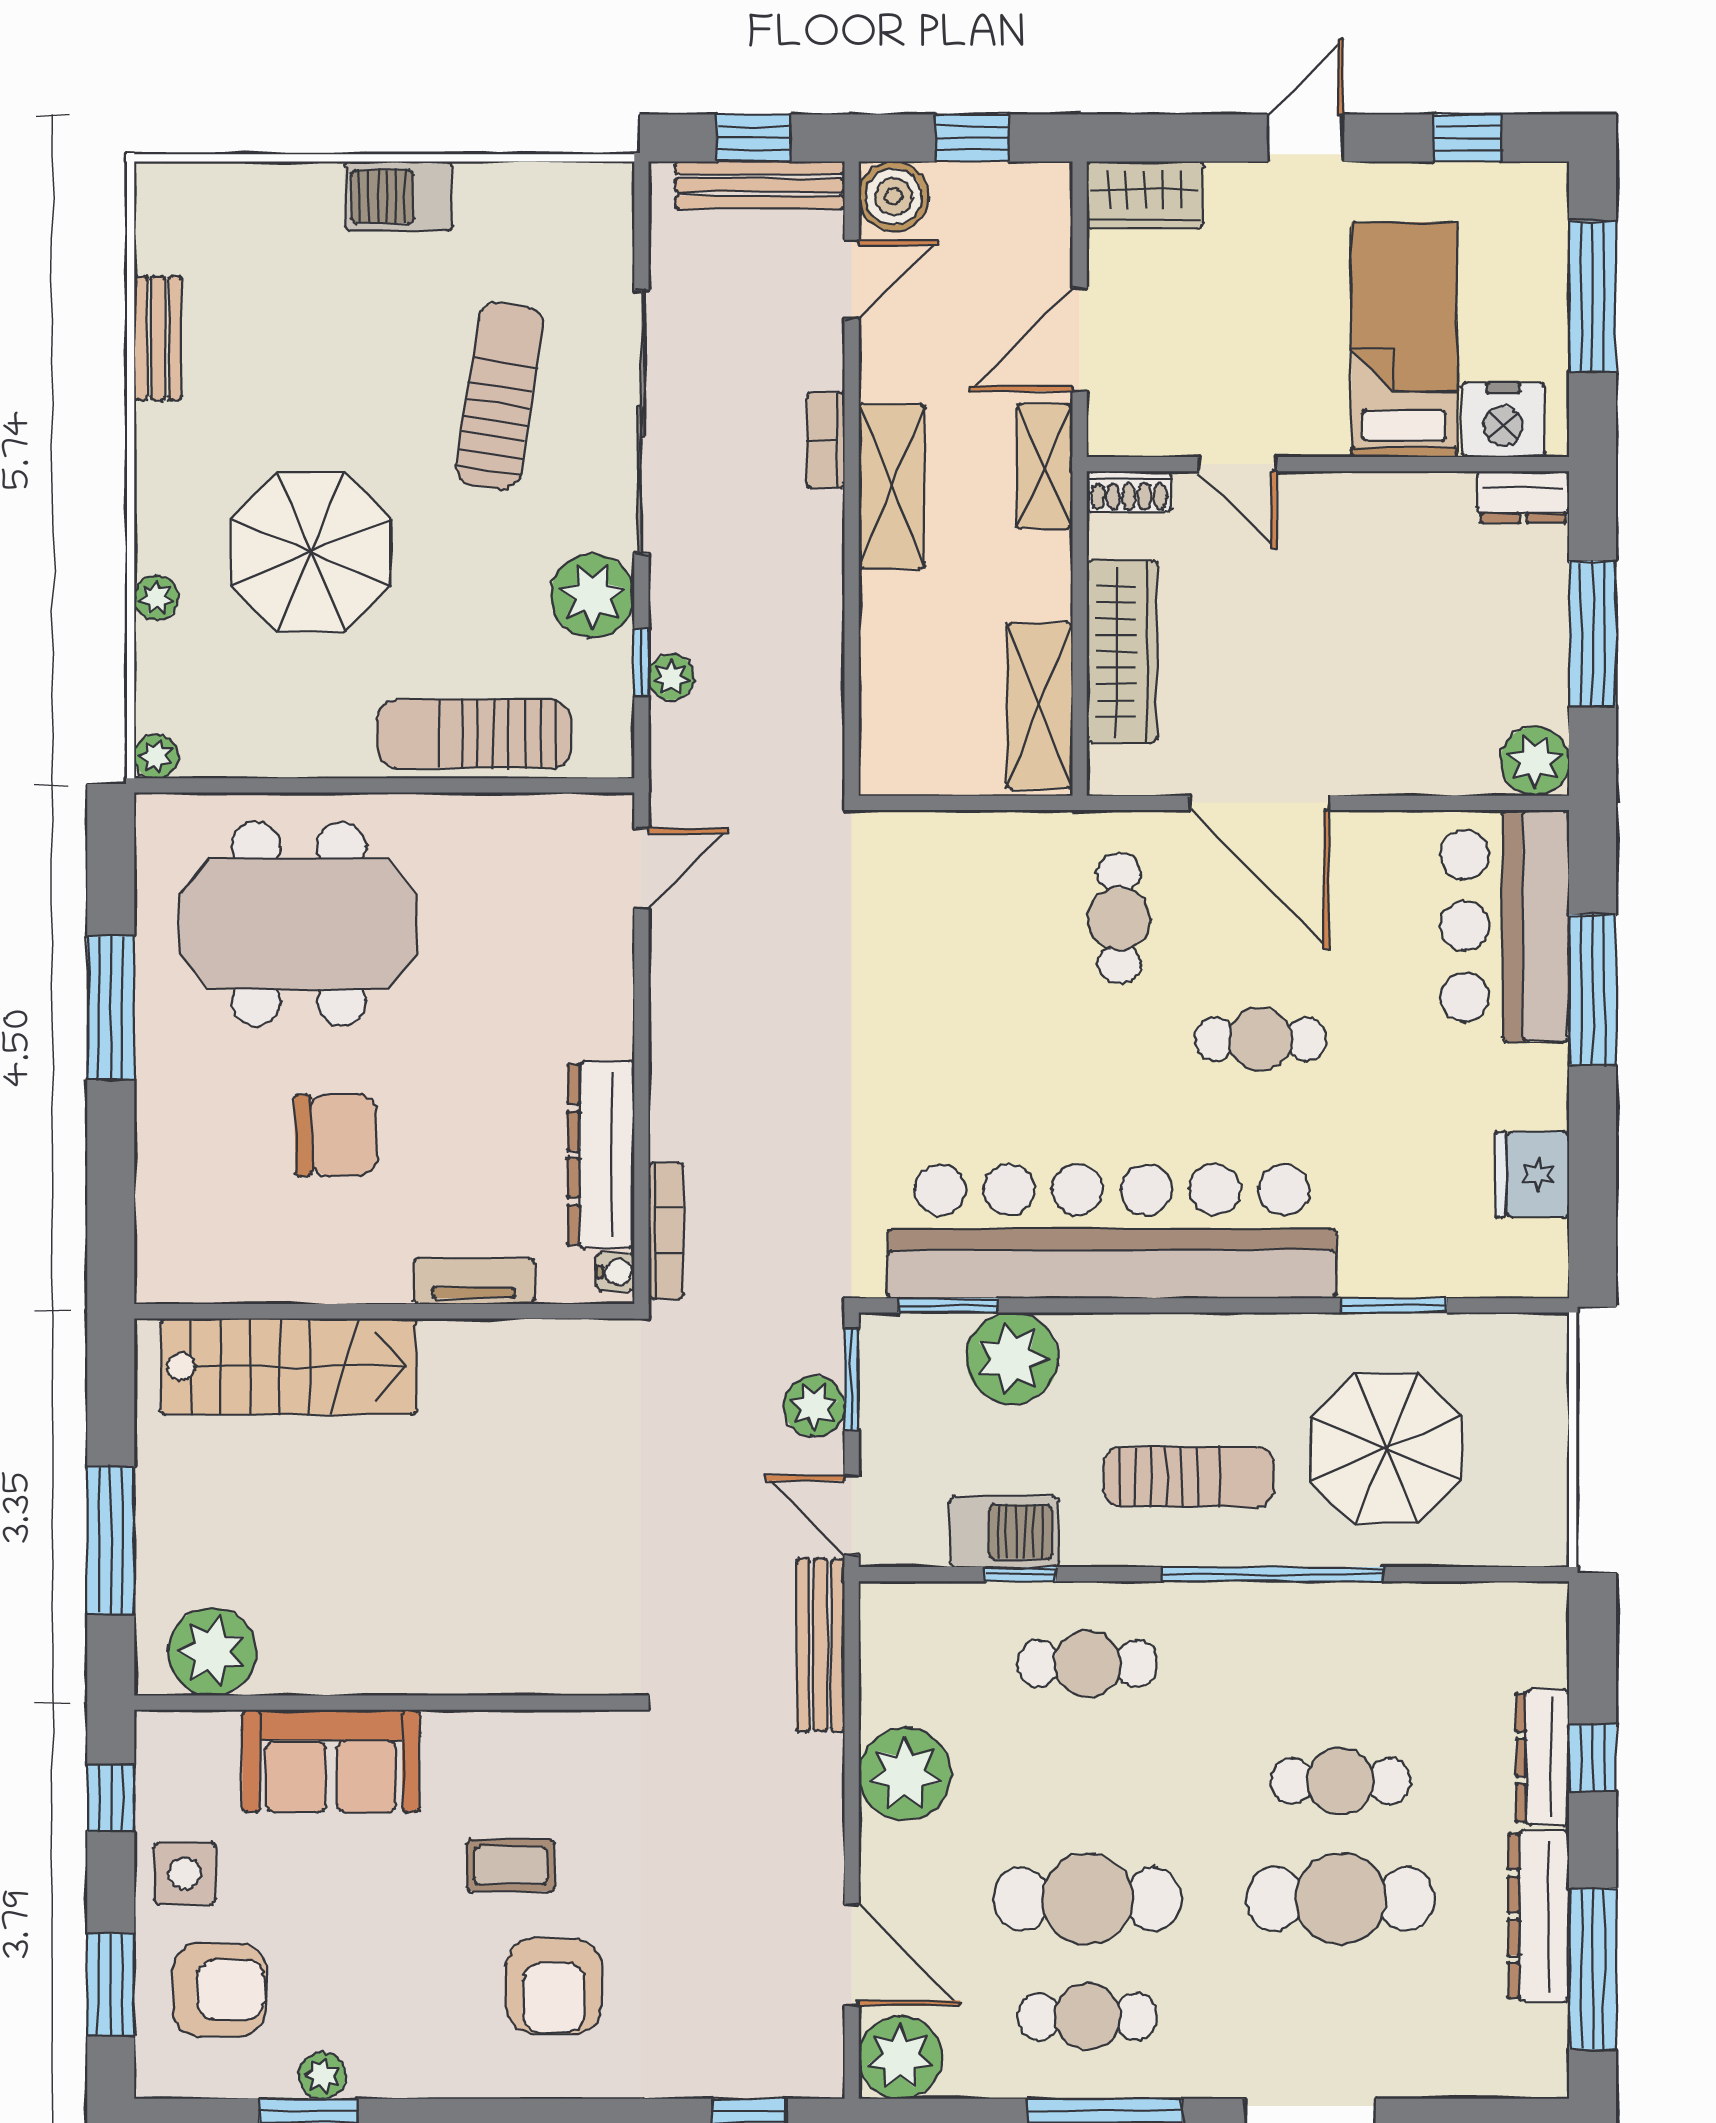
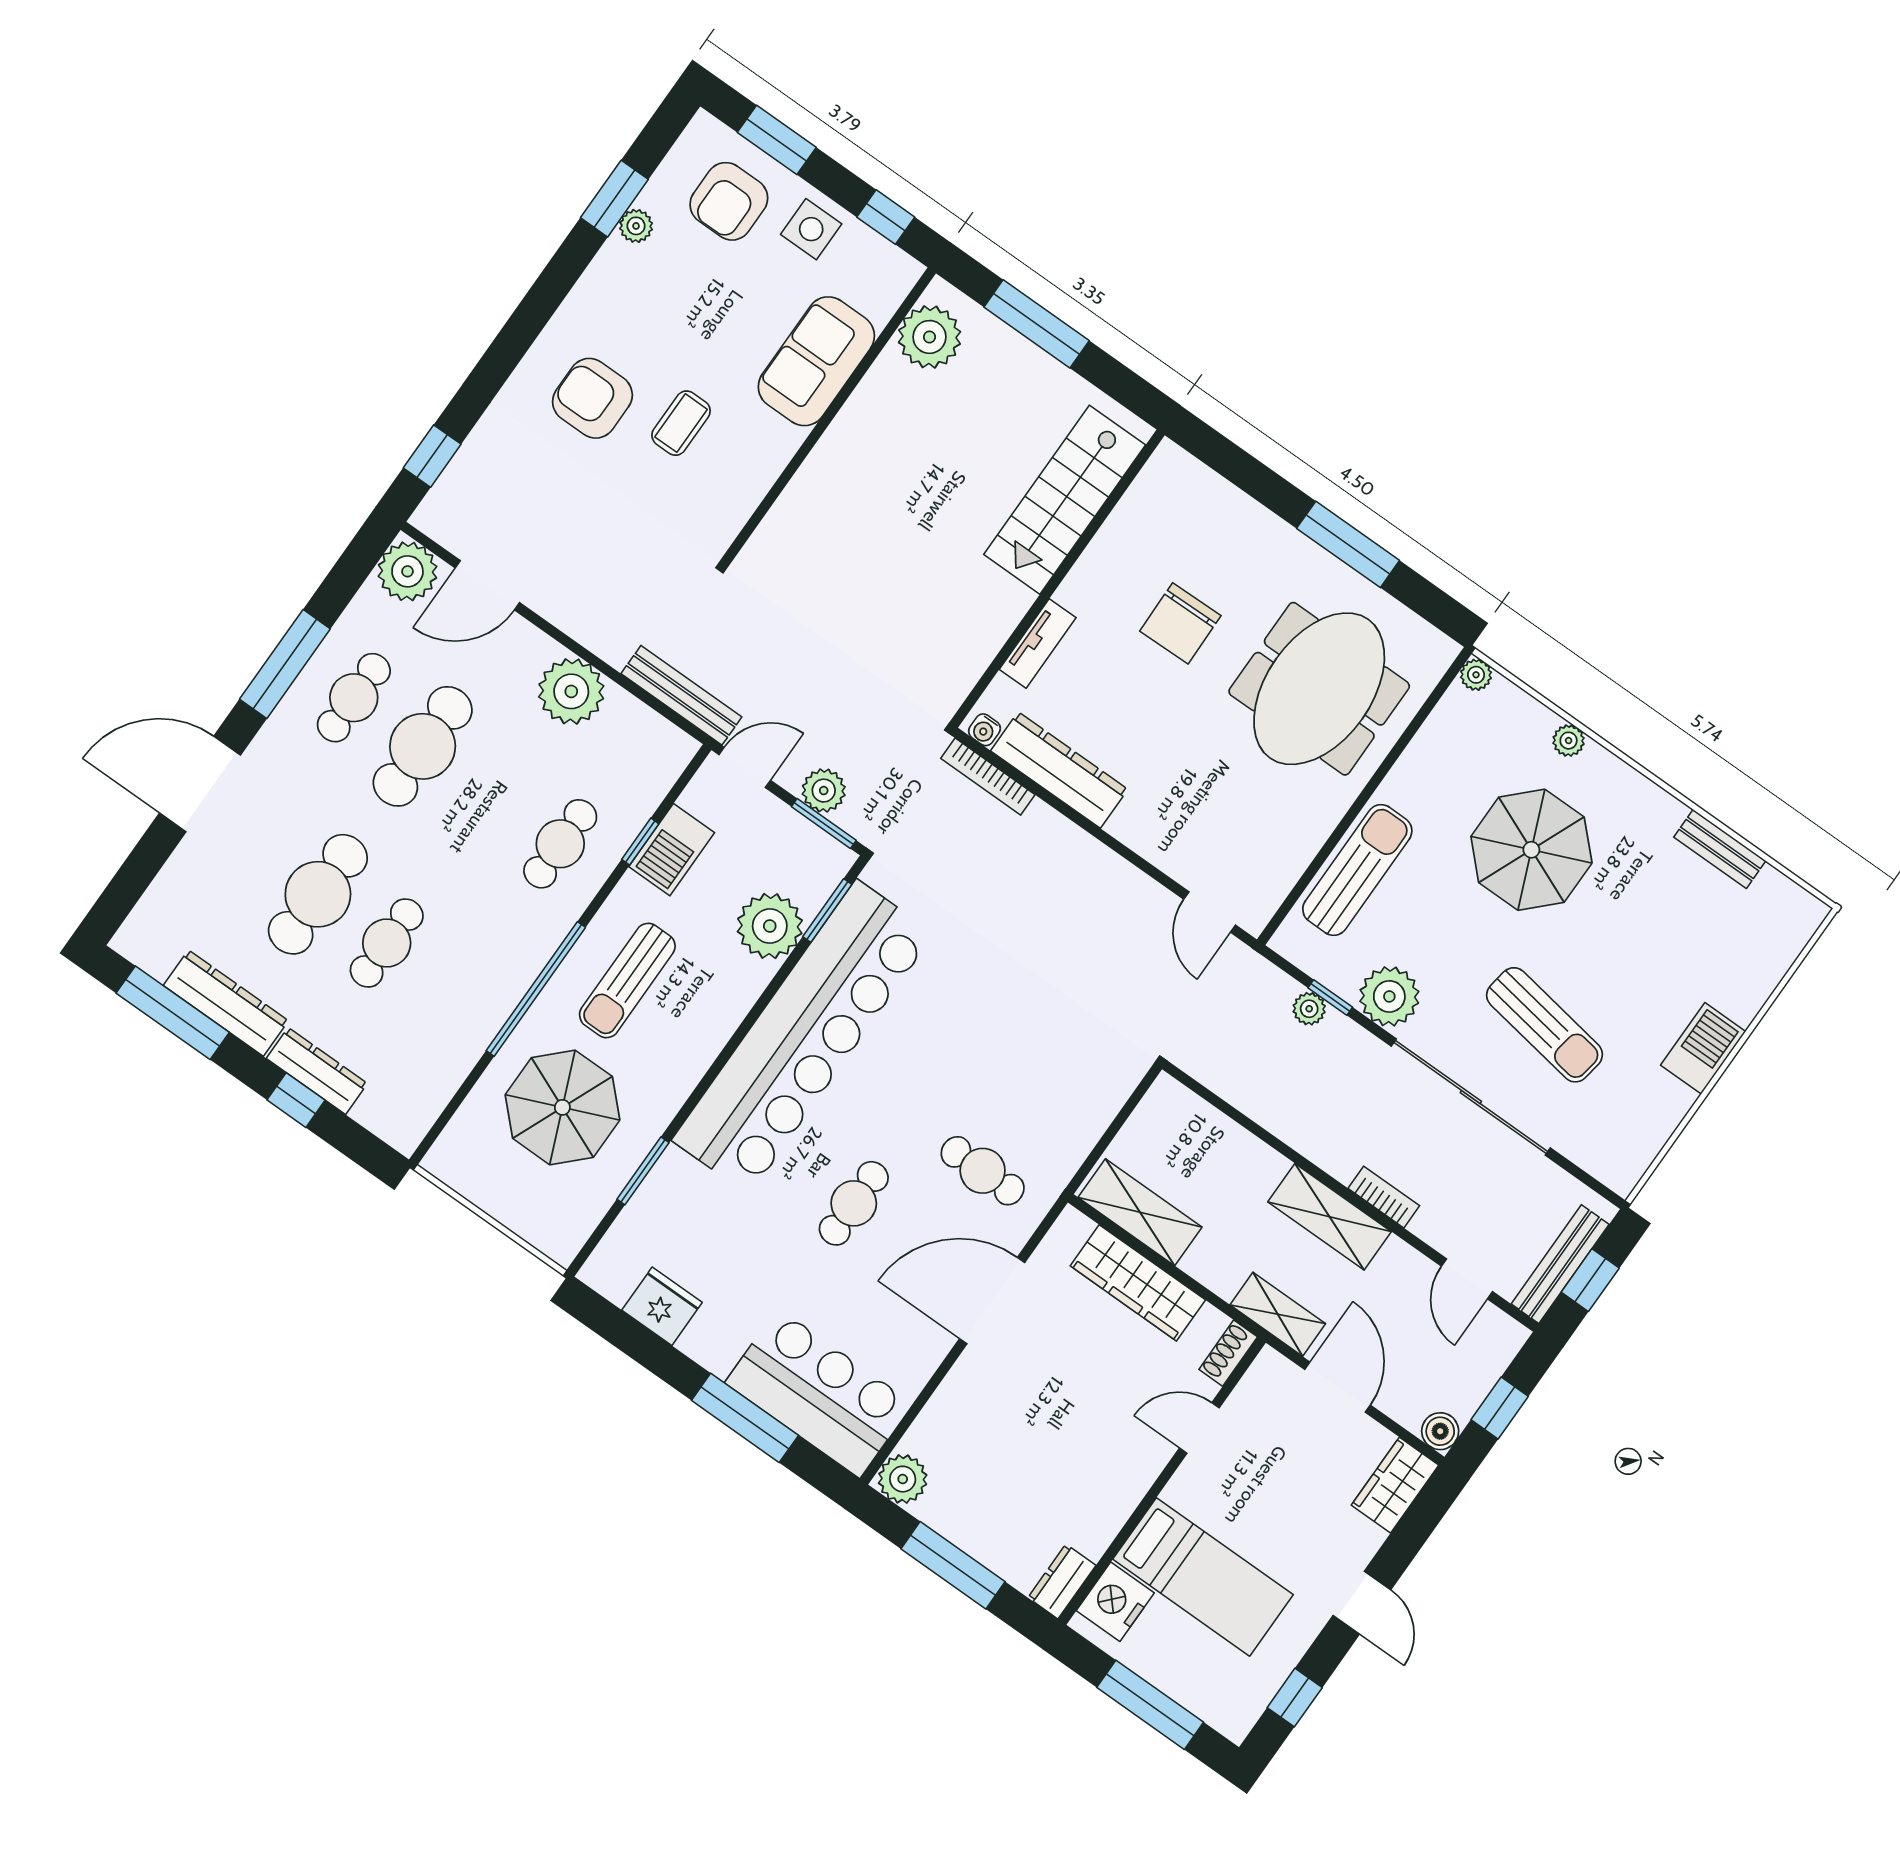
boiler: (894, 196) -> (1440, 1431), moved, width x0.73, depth x0.73

